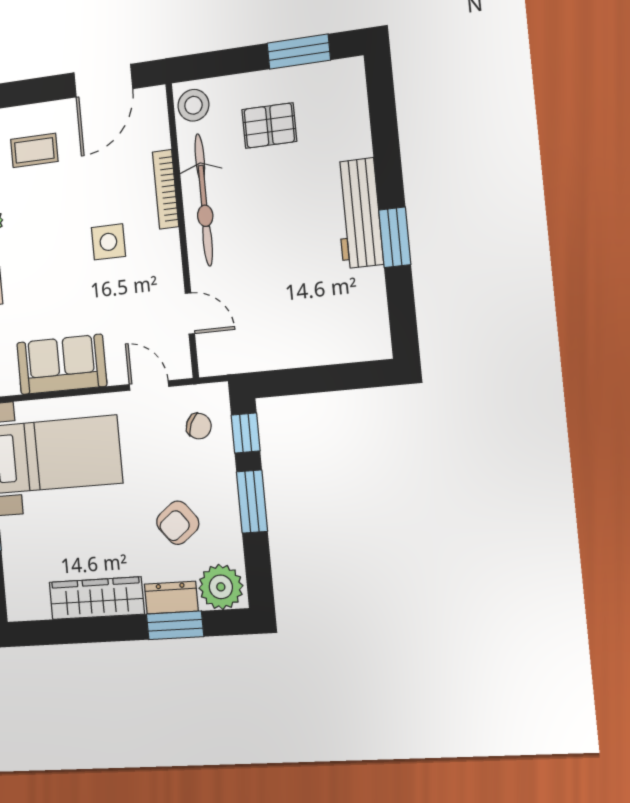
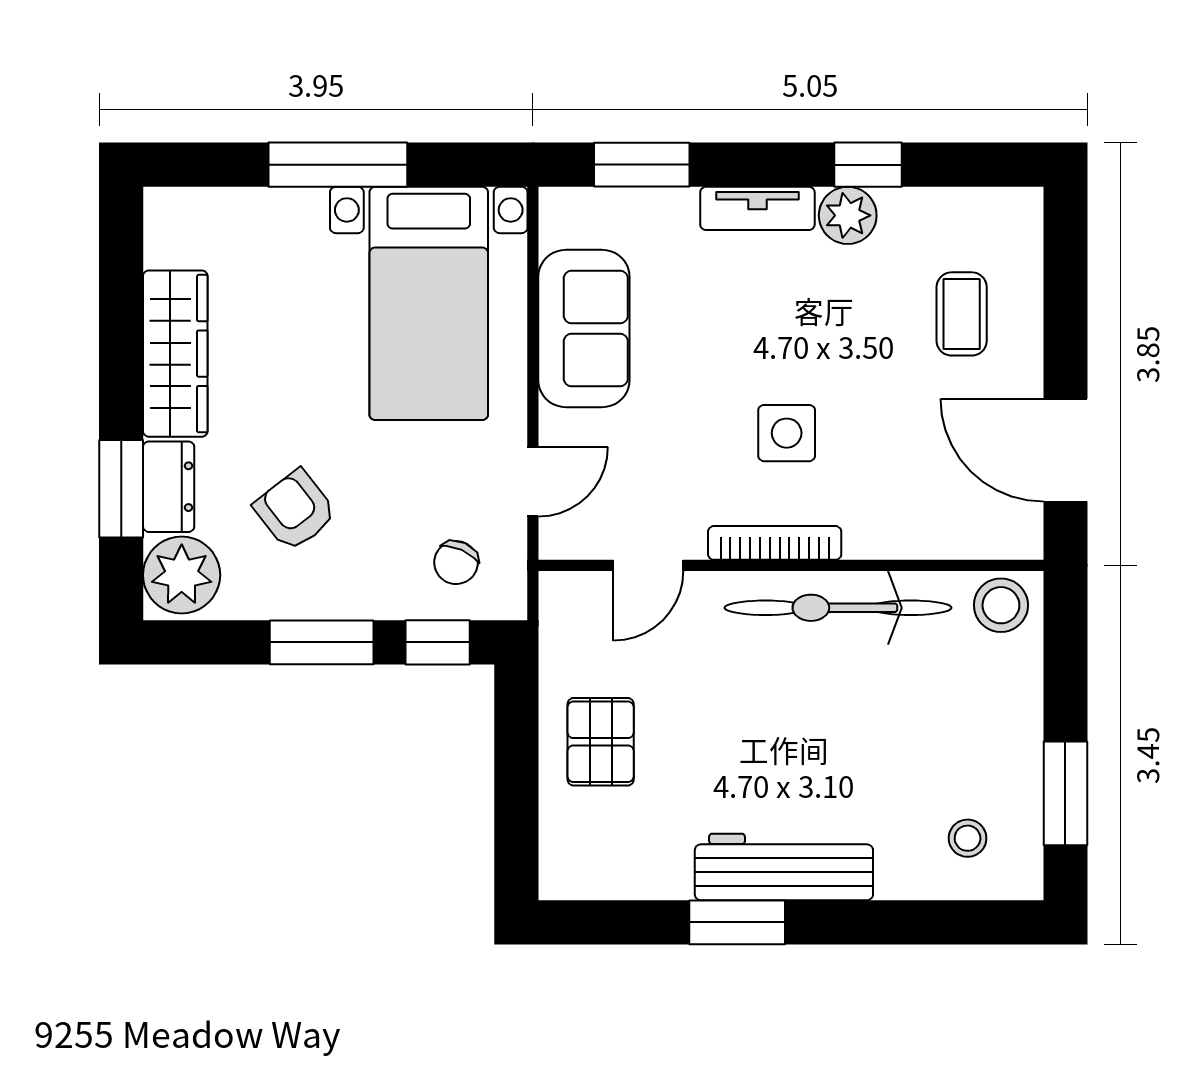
stool: (331, 106) -> (968, 838), added
pallet: (269, 126) -> (601, 742), moved
bookcase: (166, 189) -> (775, 543), moved

